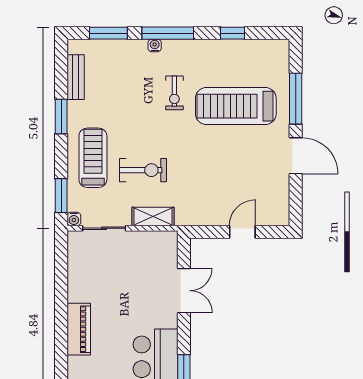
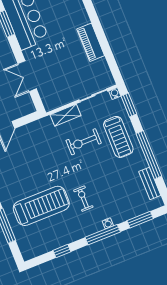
window: (61, 116) -> (149, 155), width x2.11
piano: (79, 329) -> (91, 42), moved

